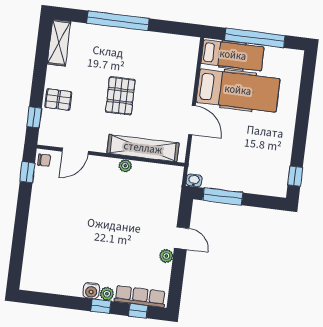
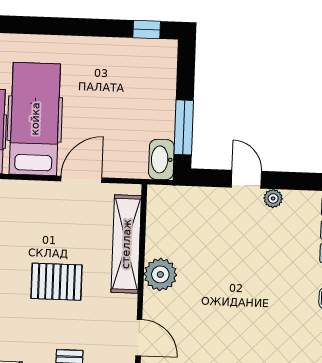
plant: (125, 166) -> (160, 274), width x1.87, depth x1.87
washbasin: (194, 180) -> (161, 159), width x1.91, depth x1.45
door: (182, 238) -> (246, 179), hinge flipped

